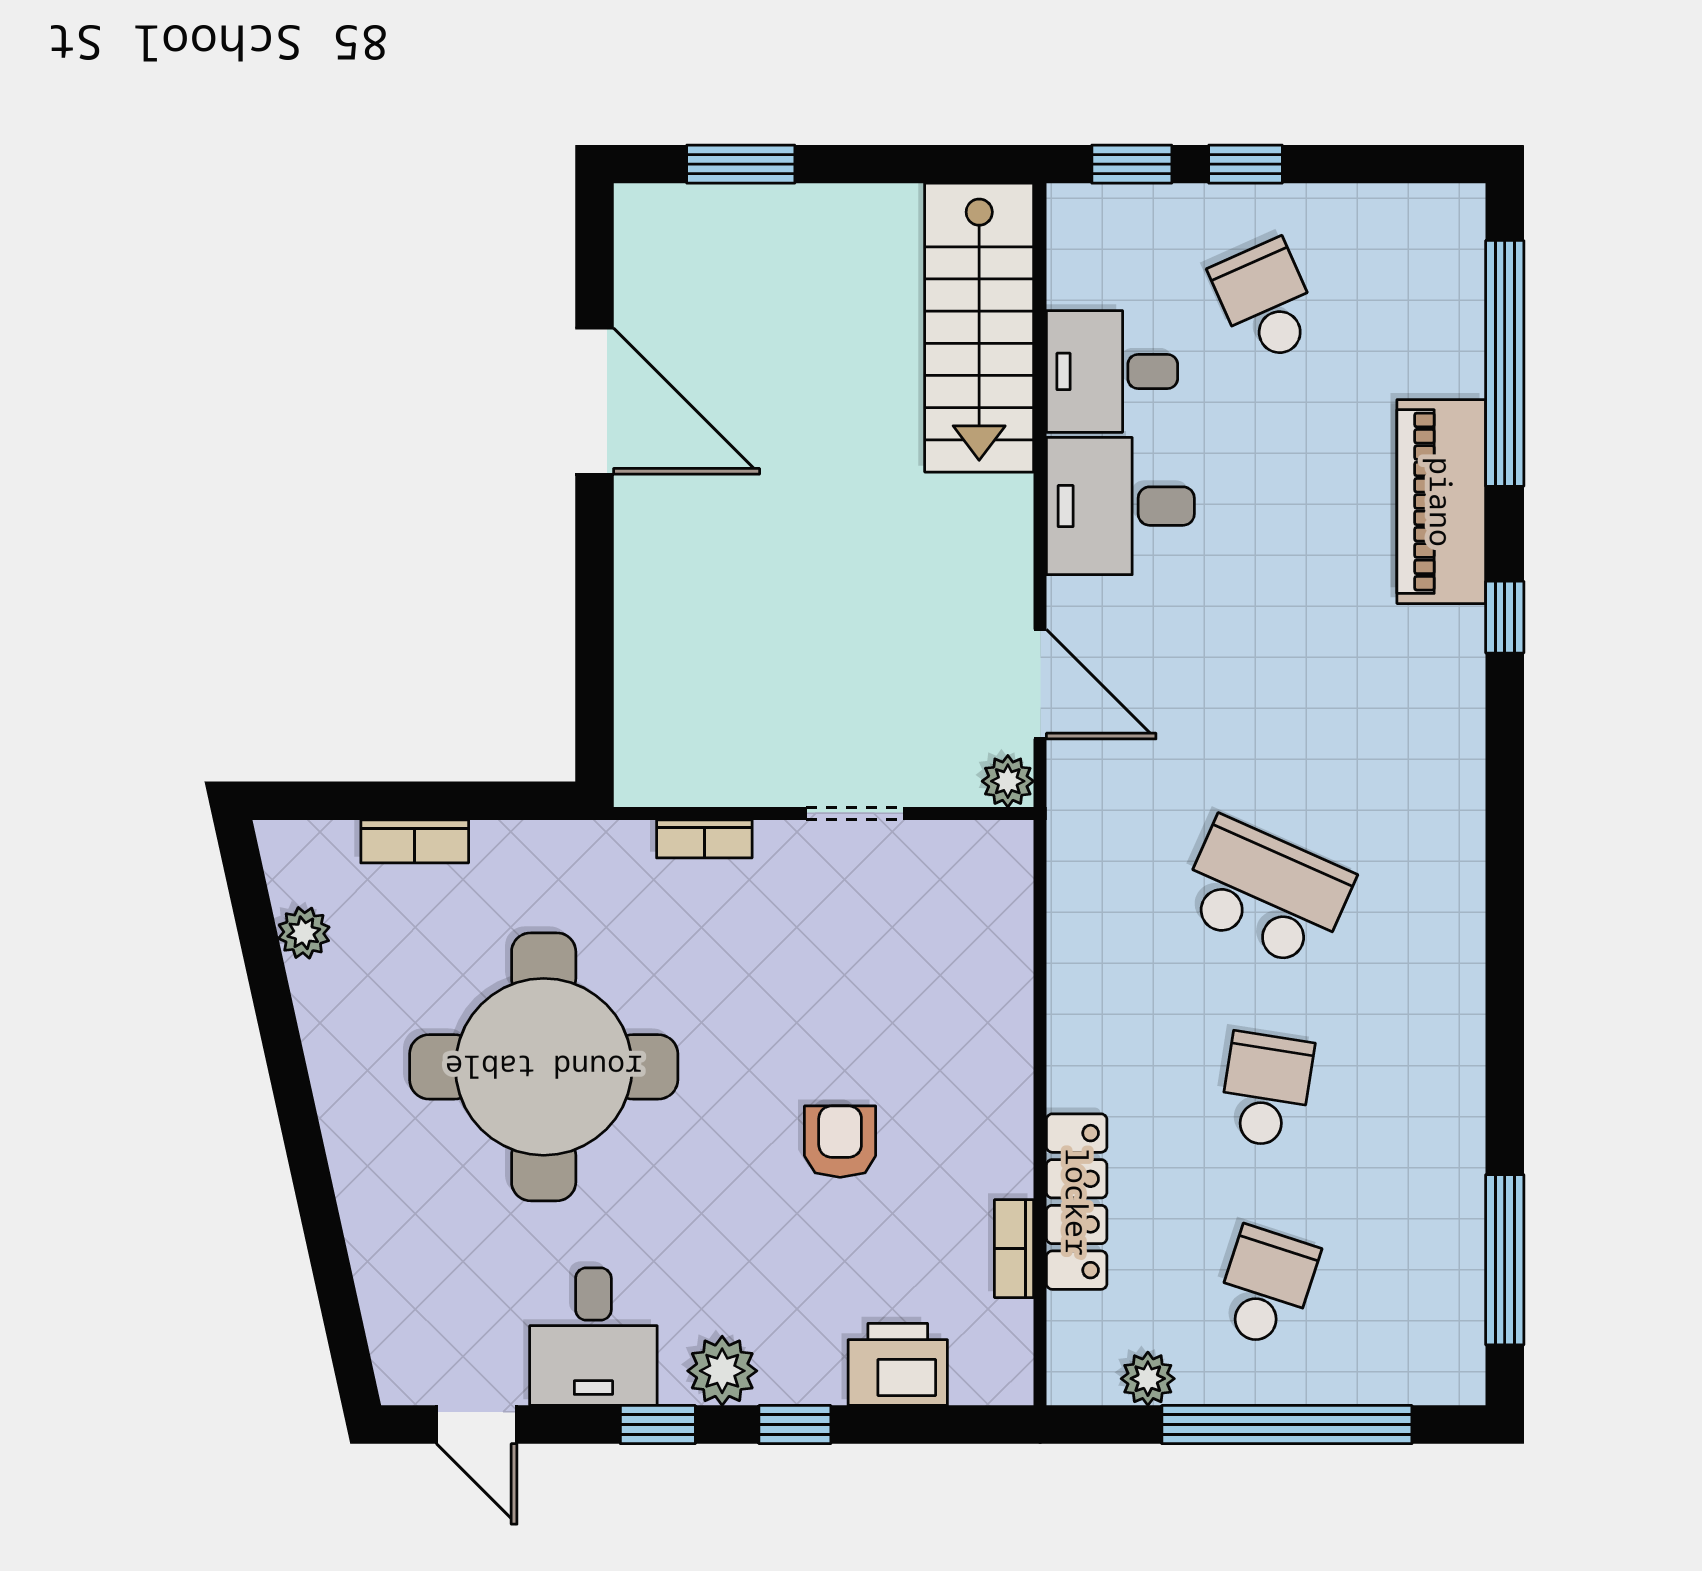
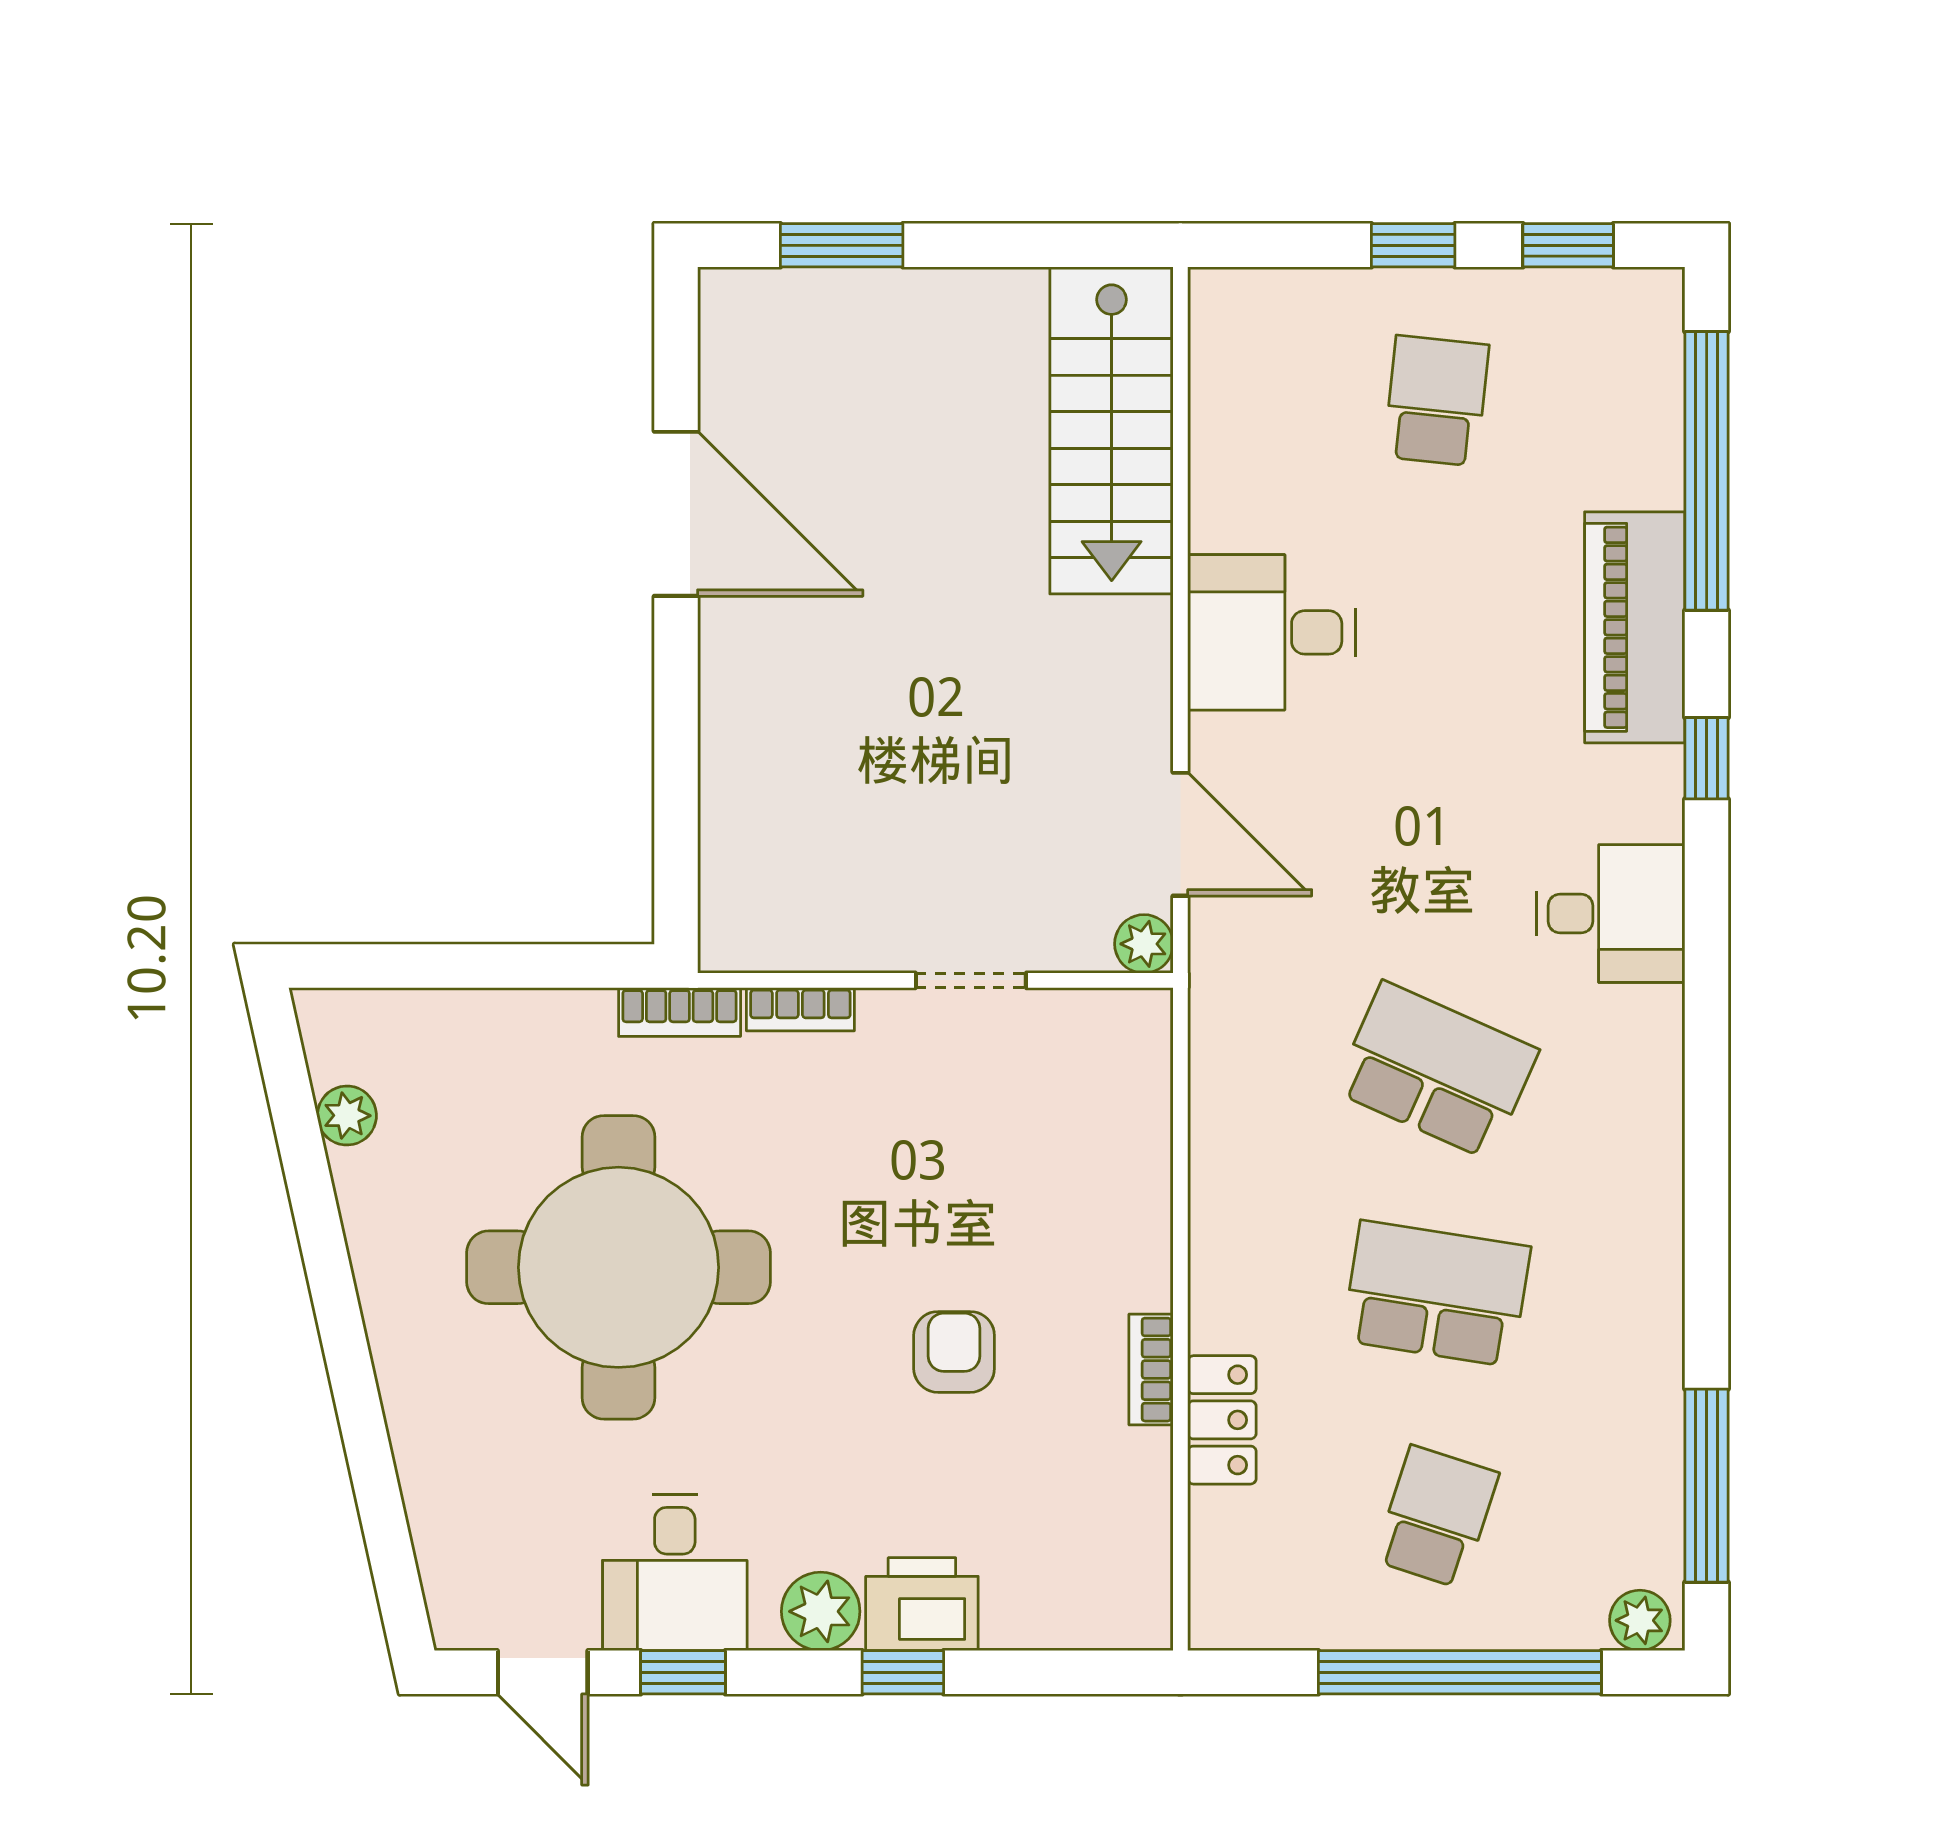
window: (1132, 164) -> (1568, 245), moved
school desk: (1266, 301) -> (1436, 401), turned 30
desk: (1112, 371) -> (1611, 913), moved, turned 180
bookcase: (415, 841) -> (680, 1012), moved
school desk: (1266, 1090) -> (1436, 1294), width x1.85
locker: (1077, 1202) -> (1222, 1420), width x0.66
bookcase: (1014, 1249) -> (1151, 1370), moved
printer: (898, 1364) -> (922, 1604), moved
plant: (1148, 1379) -> (1640, 1620), moved
window: (658, 1425) -> (683, 1672), moved

